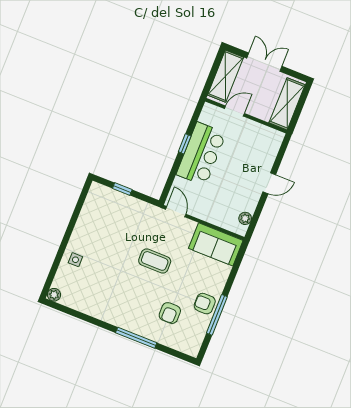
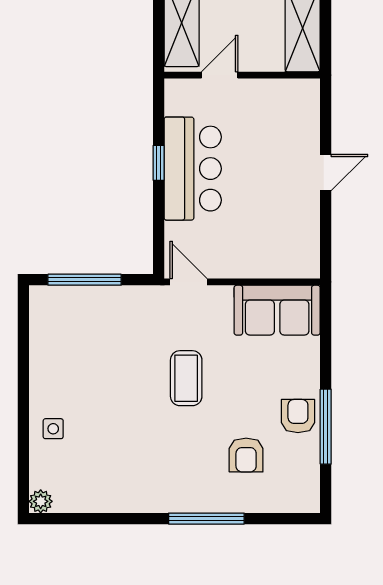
window: (122, 189) -> (85, 280), width x2.17
plant: (245, 218) -> (309, 247), removed
coffee table: (155, 261) -> (186, 378), turned 90
armchair: (205, 304) -> (298, 416), turned 90

